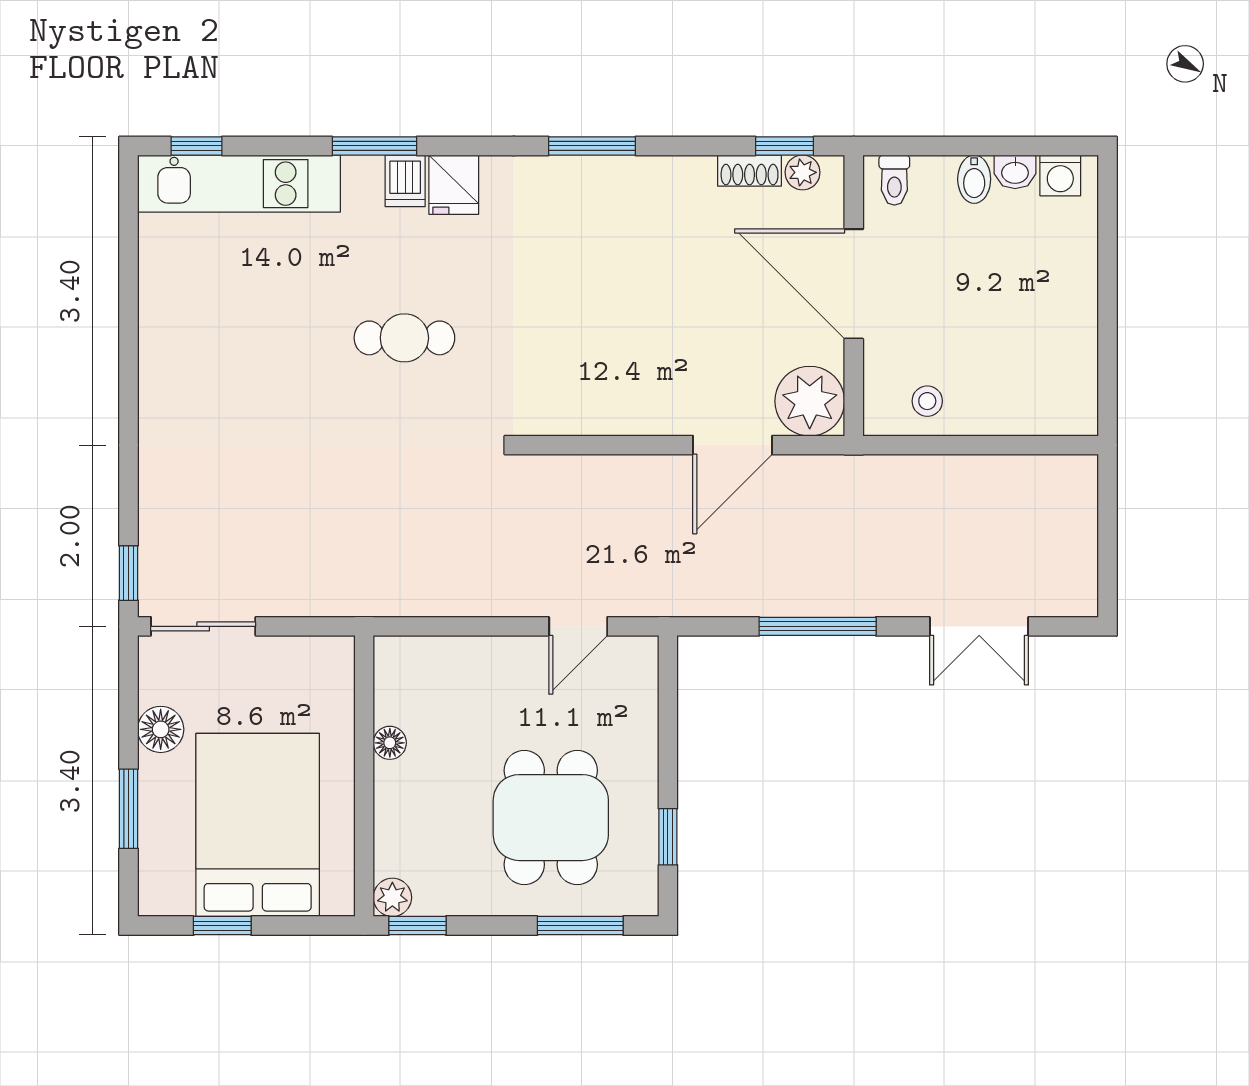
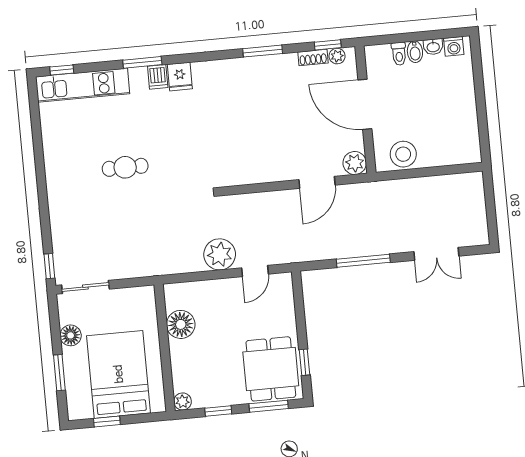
window: (592, 146) -> (263, 51), moved
toilet: (894, 180) -> (399, 54), moved
cafe table: (404, 338) -> (125, 167), moved
plant: (810, 401) -> (355, 163), width x0.73, depth x0.73
stool: (927, 401) -> (403, 154), width x1.89, depth x1.89
plant: (504, 583) -> (220, 254), added
floor lamp: (390, 743) -> (181, 324), width x1.89, depth x1.89
dining table: (551, 818) -> (271, 369), moved
window: (417, 926) -> (218, 411), moved

